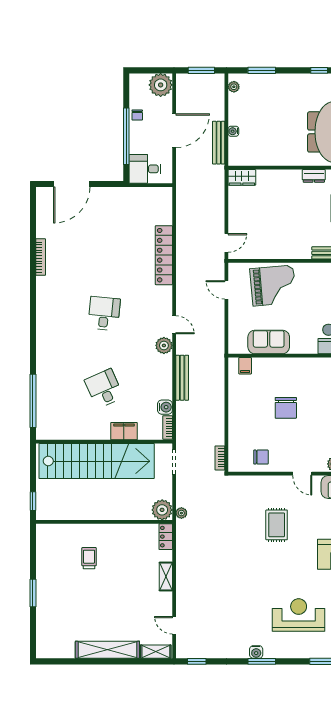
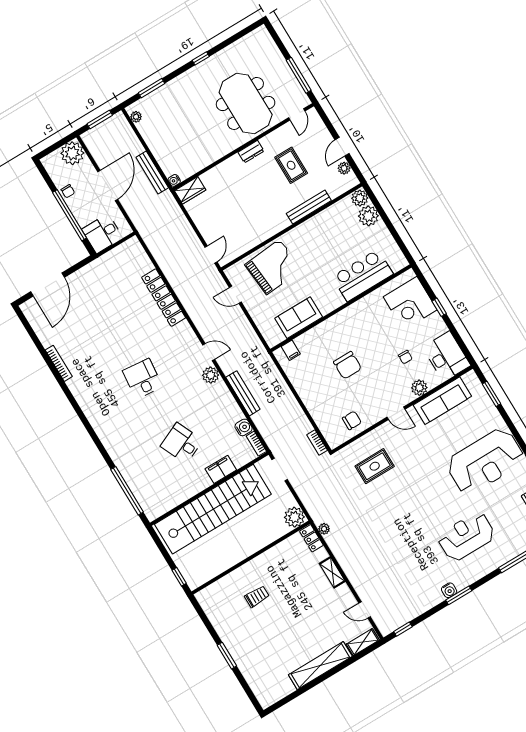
water cooler: (233, 131) -> (174, 180), moved
plant: (181, 513) -> (324, 529), moved
rug: (277, 525) -> (375, 466), moved, turned 90
trolley: (89, 558) -> (257, 597), turned 90

